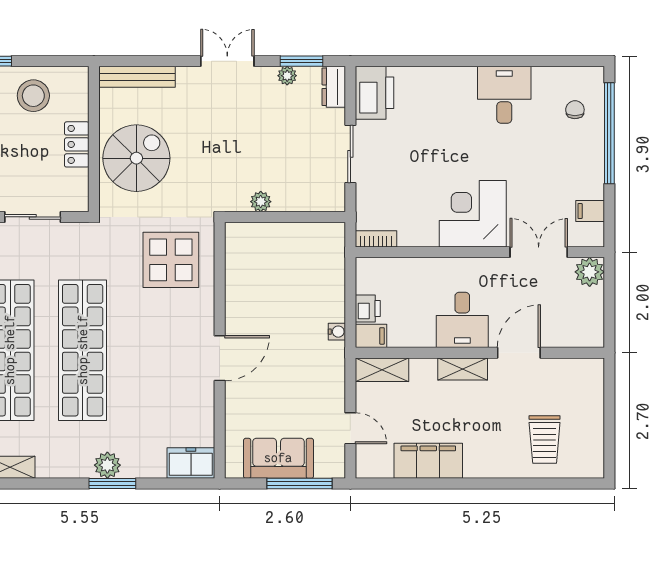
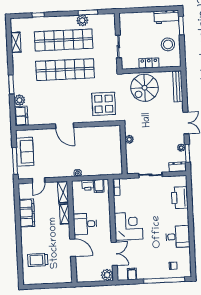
printer: (374, 93) -> (180, 198), moved, turned 90
spiral stairs: (136, 158) -> (145, 88), turned 90
filing cabinet: (371, 336) -> (99, 186), moved
shelving: (463, 369) -> (64, 214), moved
plant: (107, 465) -> (19, 100), moved

